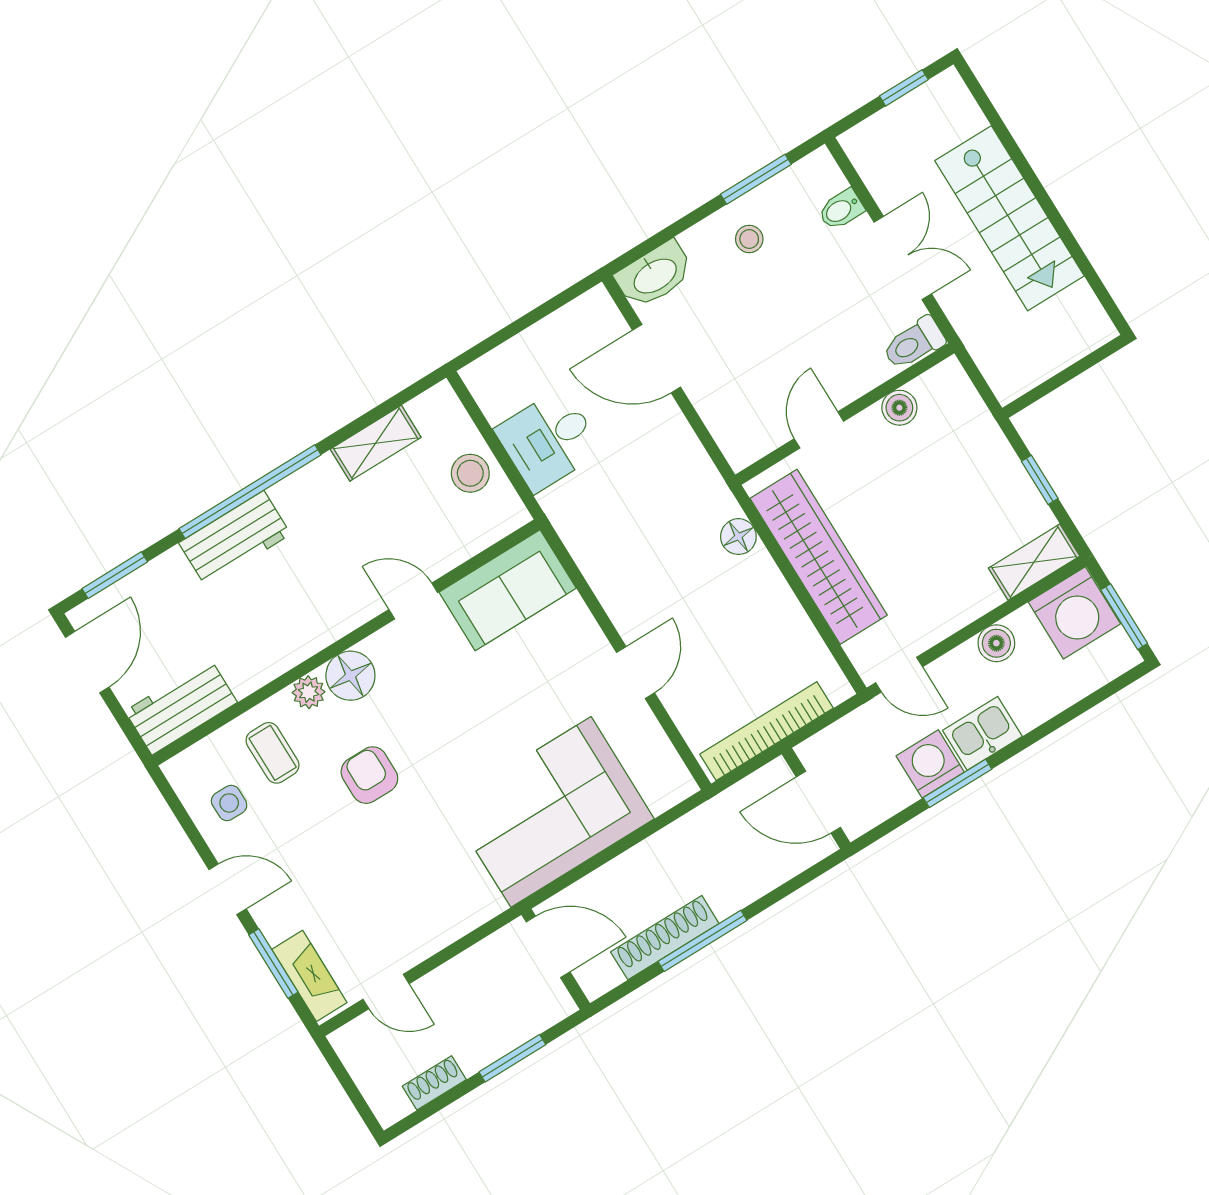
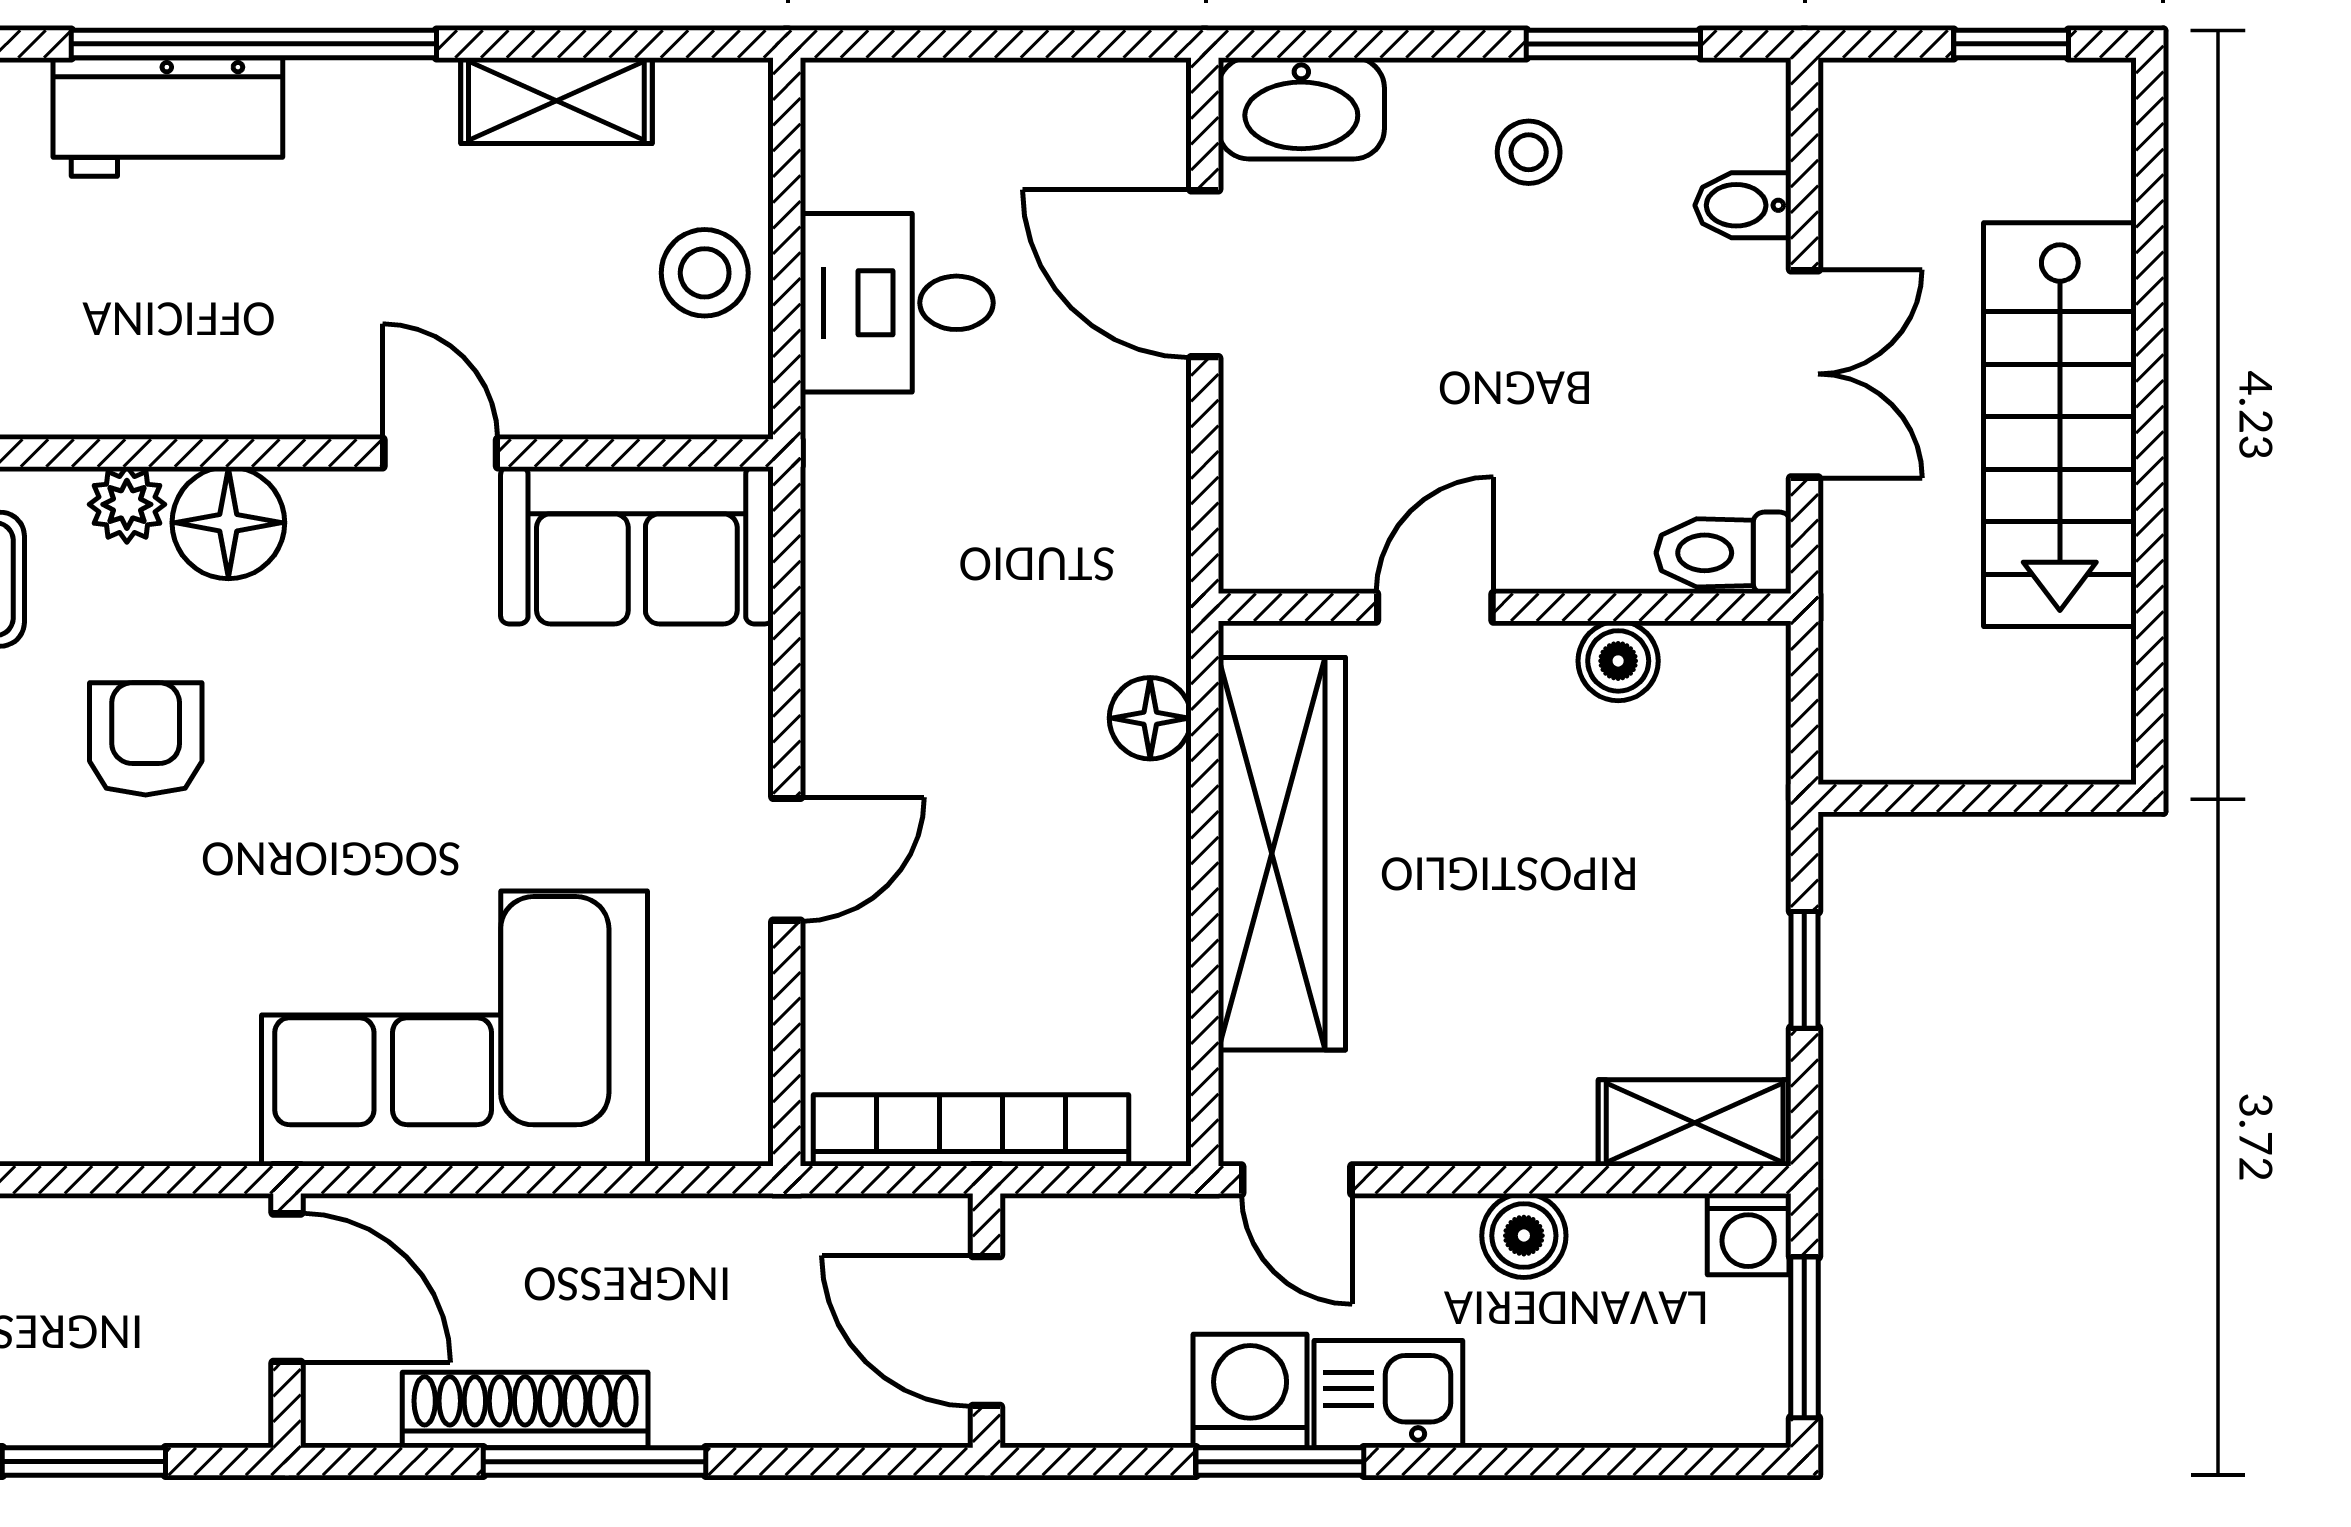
washing machine: (1074, 613) -> (1748, 1234), width x0.53, depth x0.53

